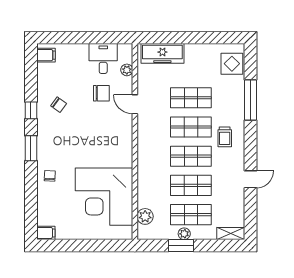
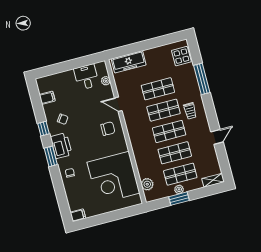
filing cabinet: (46, 55) -> (47, 98), moved
chair: (101, 93) -> (108, 129), moved
printer: (48, 138) -> (61, 146), added

